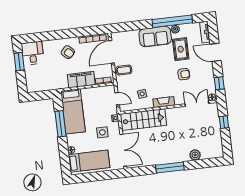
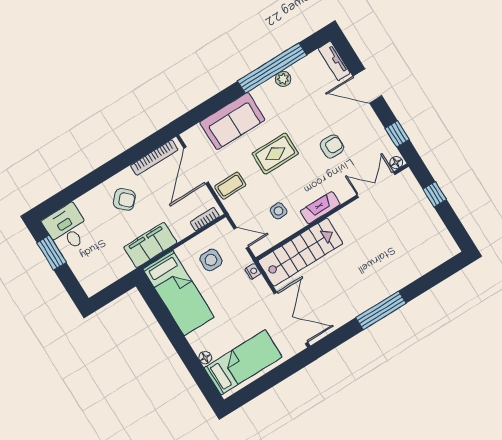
sofa: (155, 37) -> (232, 121), moved
rug: (181, 49) -> (275, 154), moved, turned 90
filing cabinet: (81, 80) -> (150, 245), moved
window: (60, 124) -> (167, 323), removed
side table: (102, 132) -> (211, 260), moved
plant: (195, 155) -> (413, 270), removed

